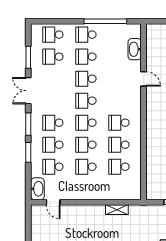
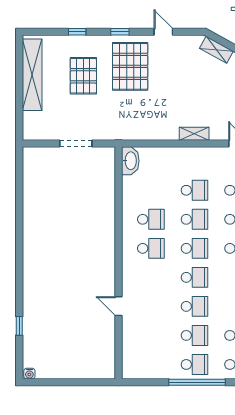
window: (105, 21) -> (197, 382), moved
washbasin: (135, 49) -> (130, 161), moved
school desk: (119, 167) -> (151, 190), removed
shelving: (117, 210) -> (194, 134), moved

